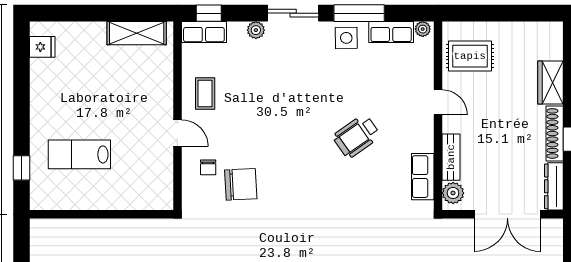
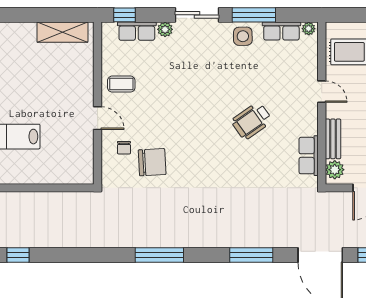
row of seats: (204, 32) -> (137, 31), moved
coffee table: (205, 93) -> (121, 84), turned 90

